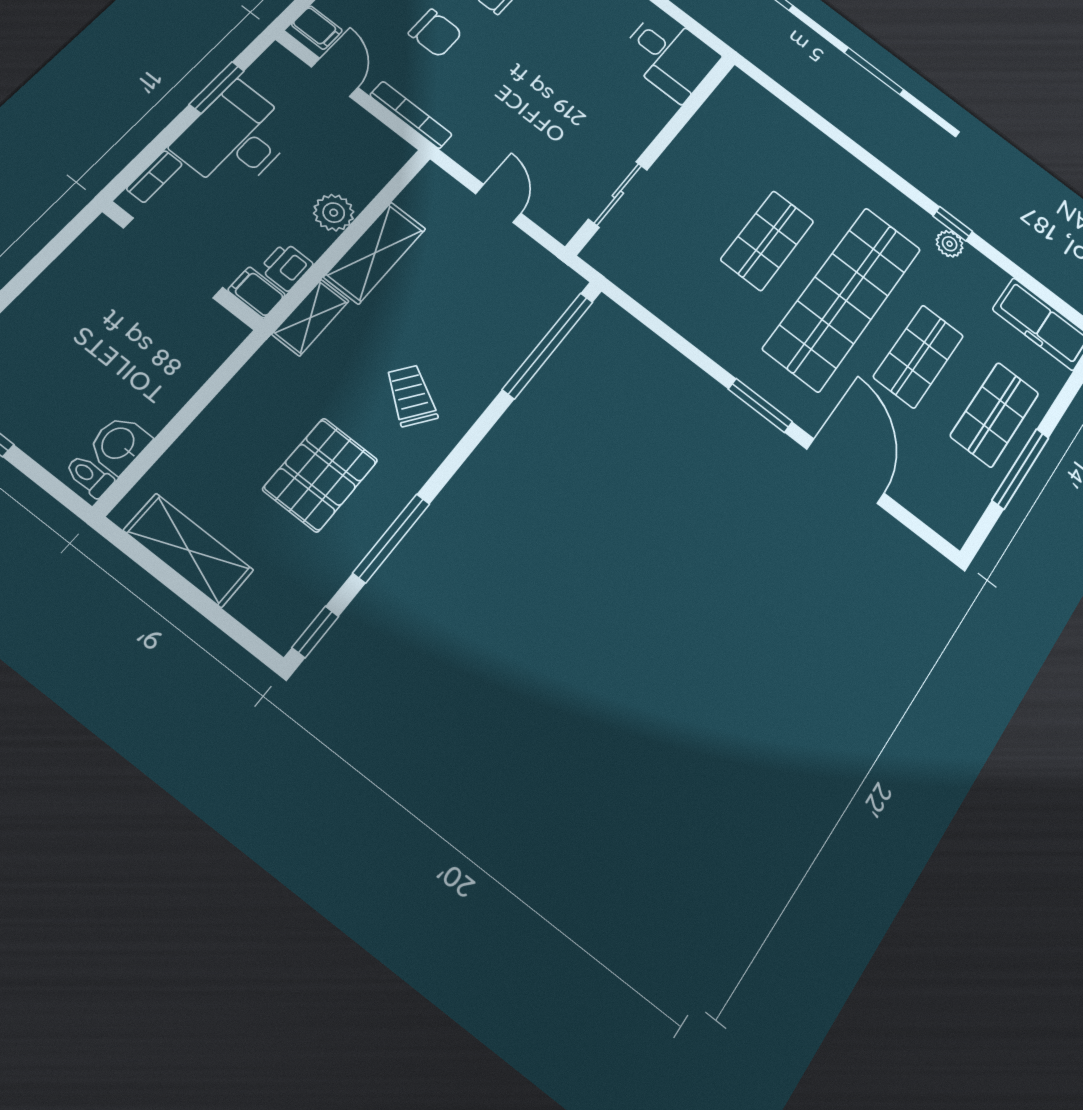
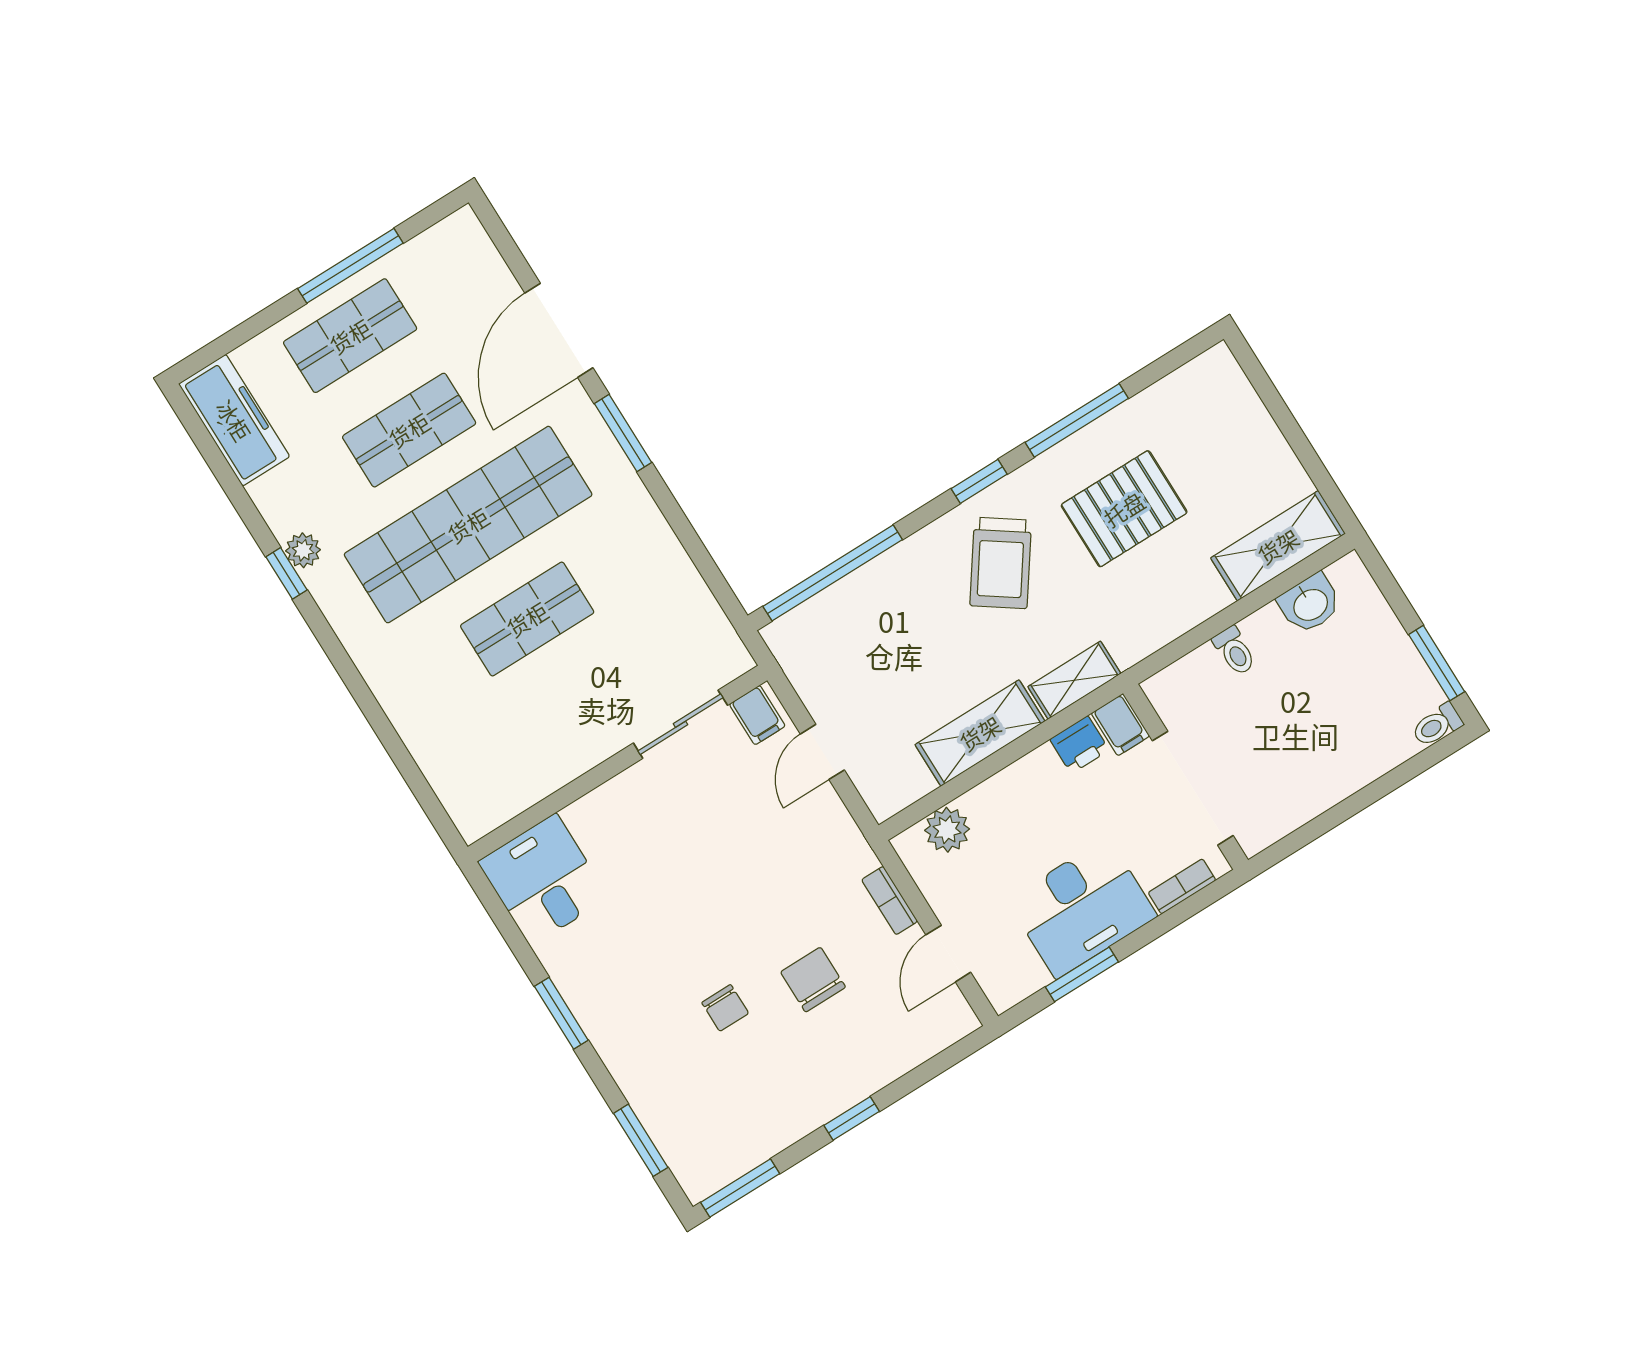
filing cabinet: (317, 28) -> (757, 715), moved, turned 180
bookcase: (411, 115) -> (890, 901), width x0.64
plant: (334, 213) -> (947, 830), moved
trolley: (411, 396) -> (1001, 563), width x1.36, depth x1.39
toilet: (89, 476) -> (1234, 651), moved
shelving: (188, 550) -> (1278, 546), moved, turned 90
window: (315, 632) -> (979, 481), moved

